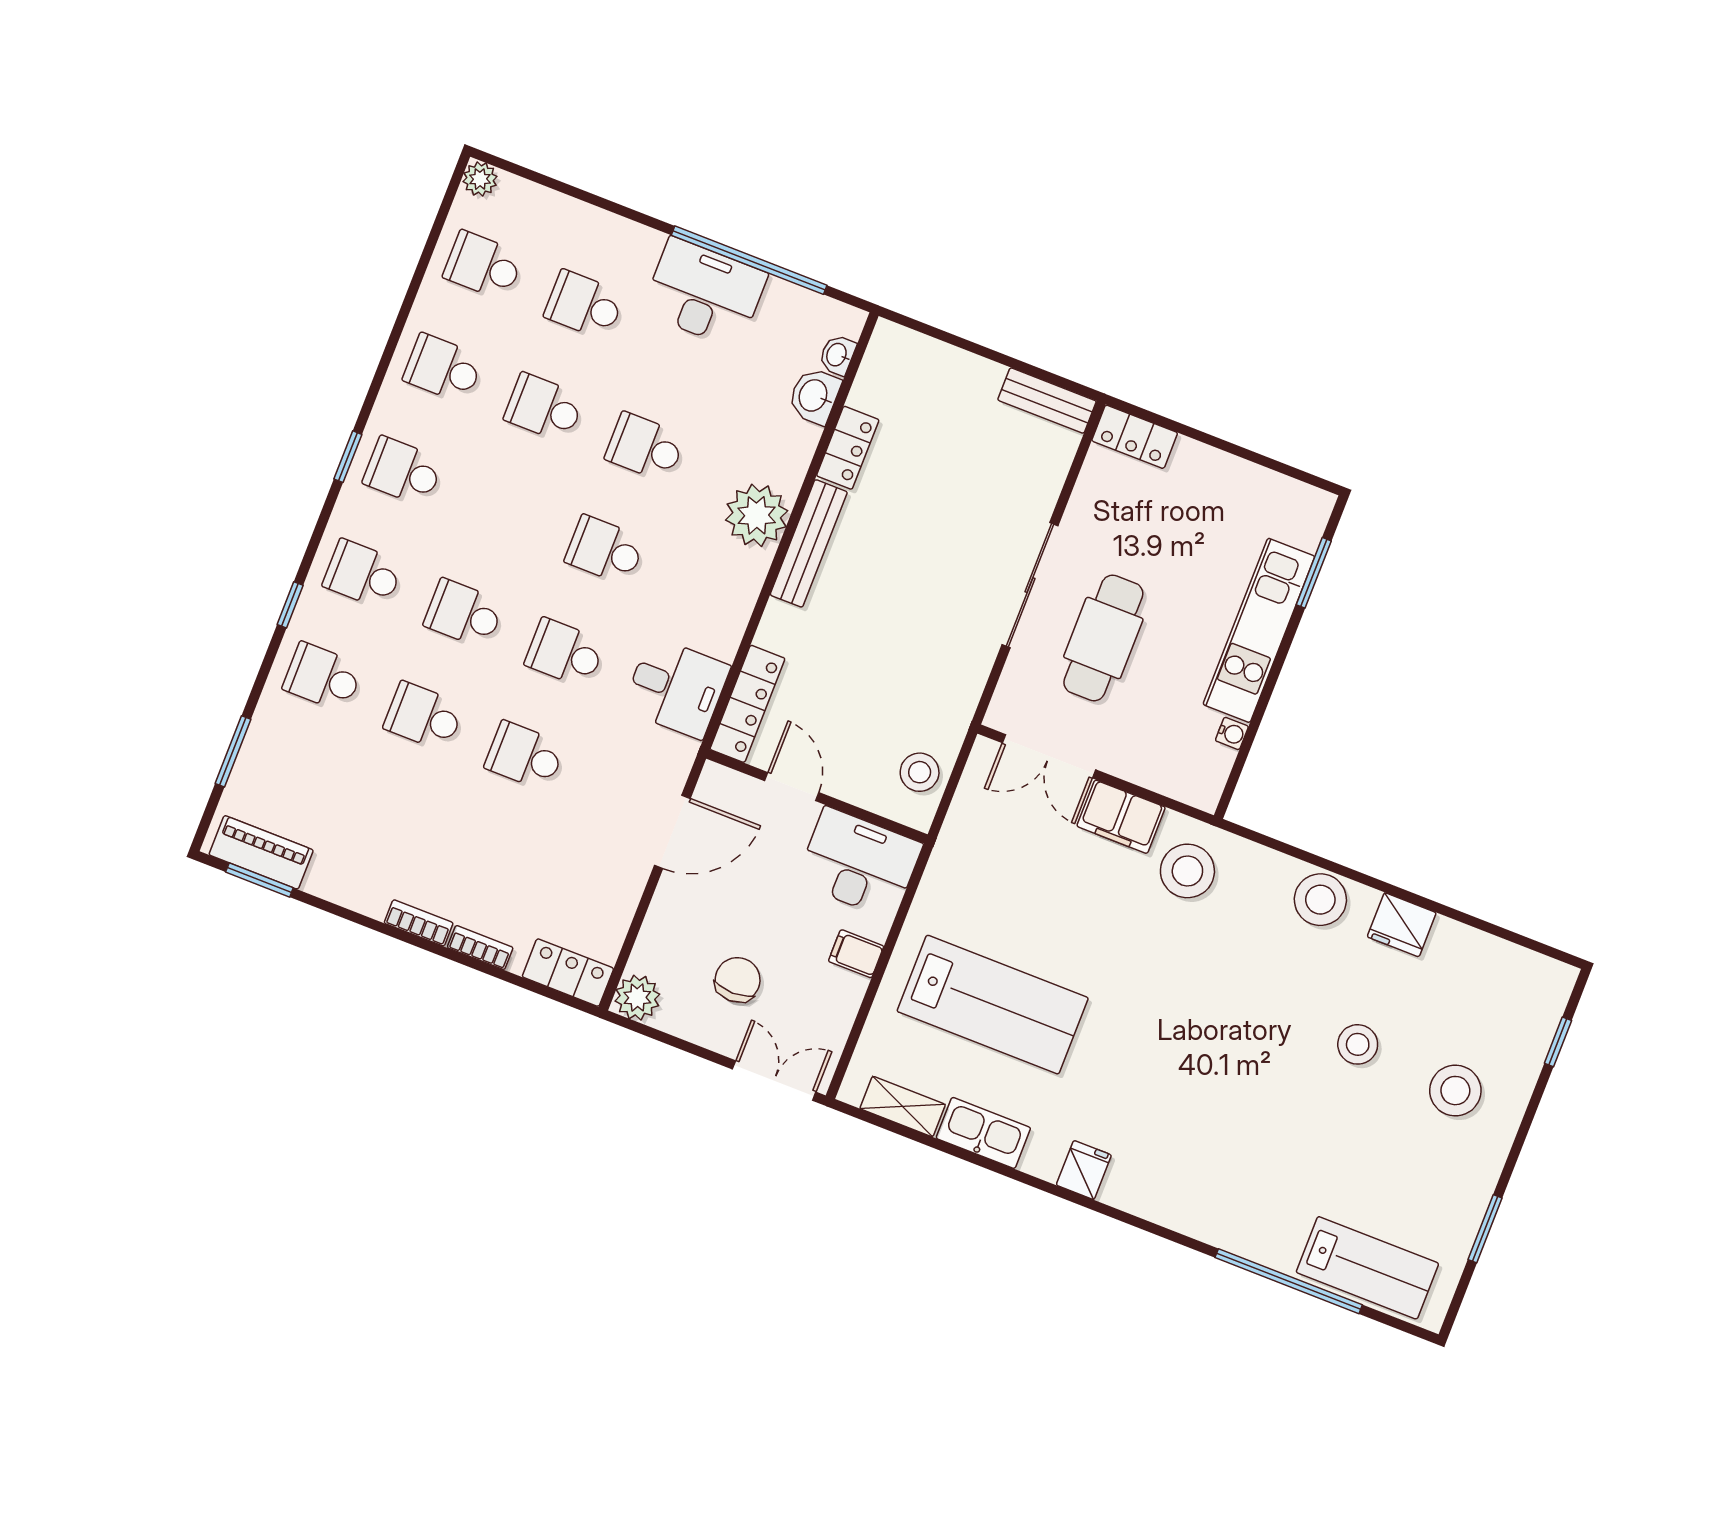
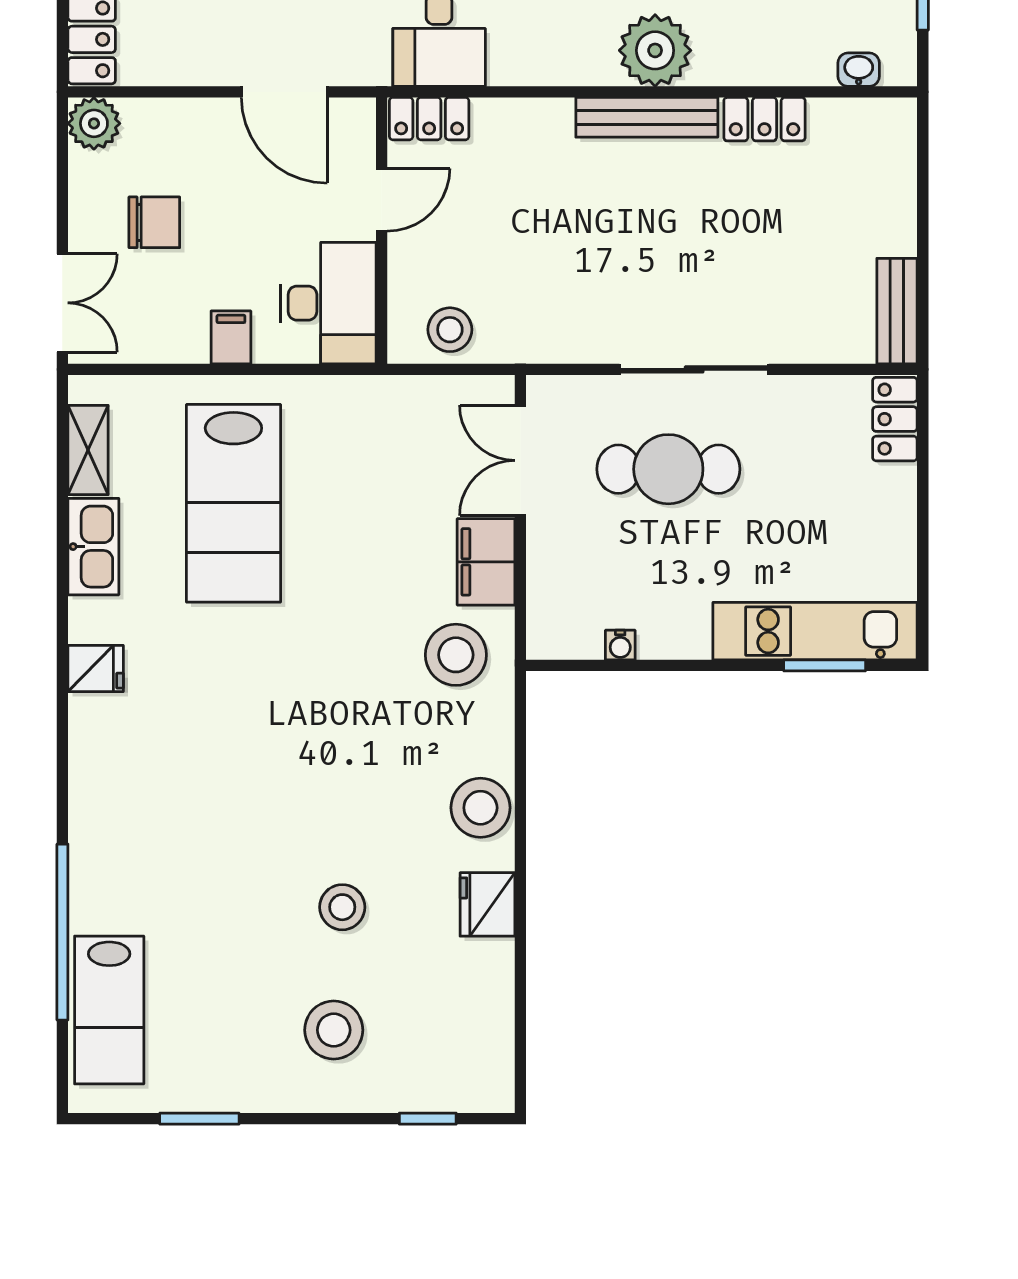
washbasin: (814, 396) -> (806, 62), removed
kitchen unit: (1259, 630) -> (815, 631), moved
locker: (747, 704) -> (429, 119), width x0.66

